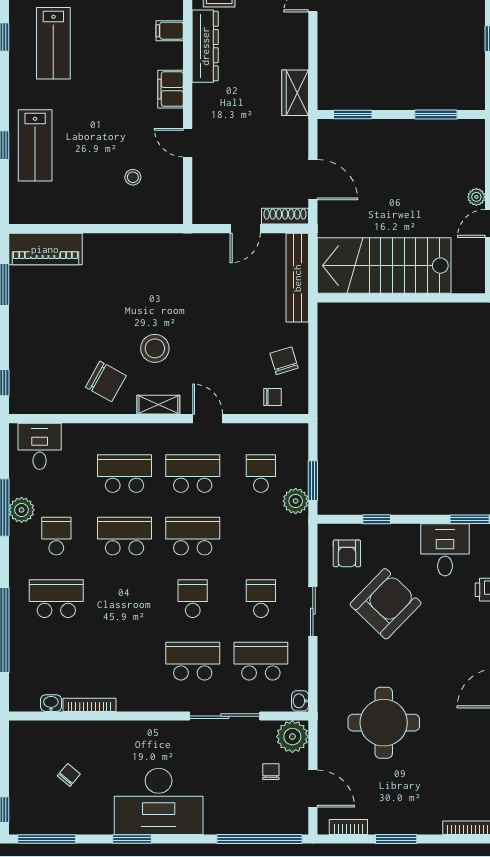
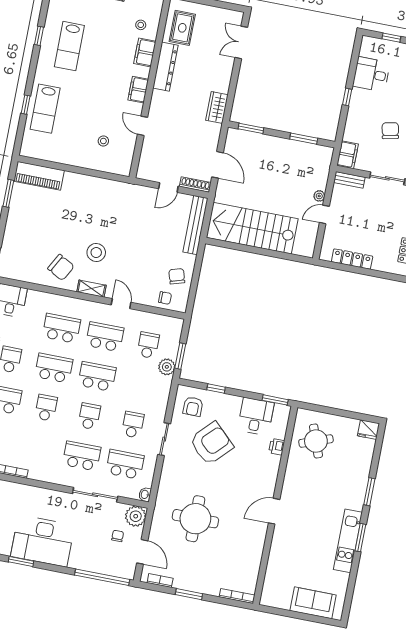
filing cabinet: (170, 31) -> (145, 52), width x2.00
school desk: (124, 599) -> (46, 408), added

